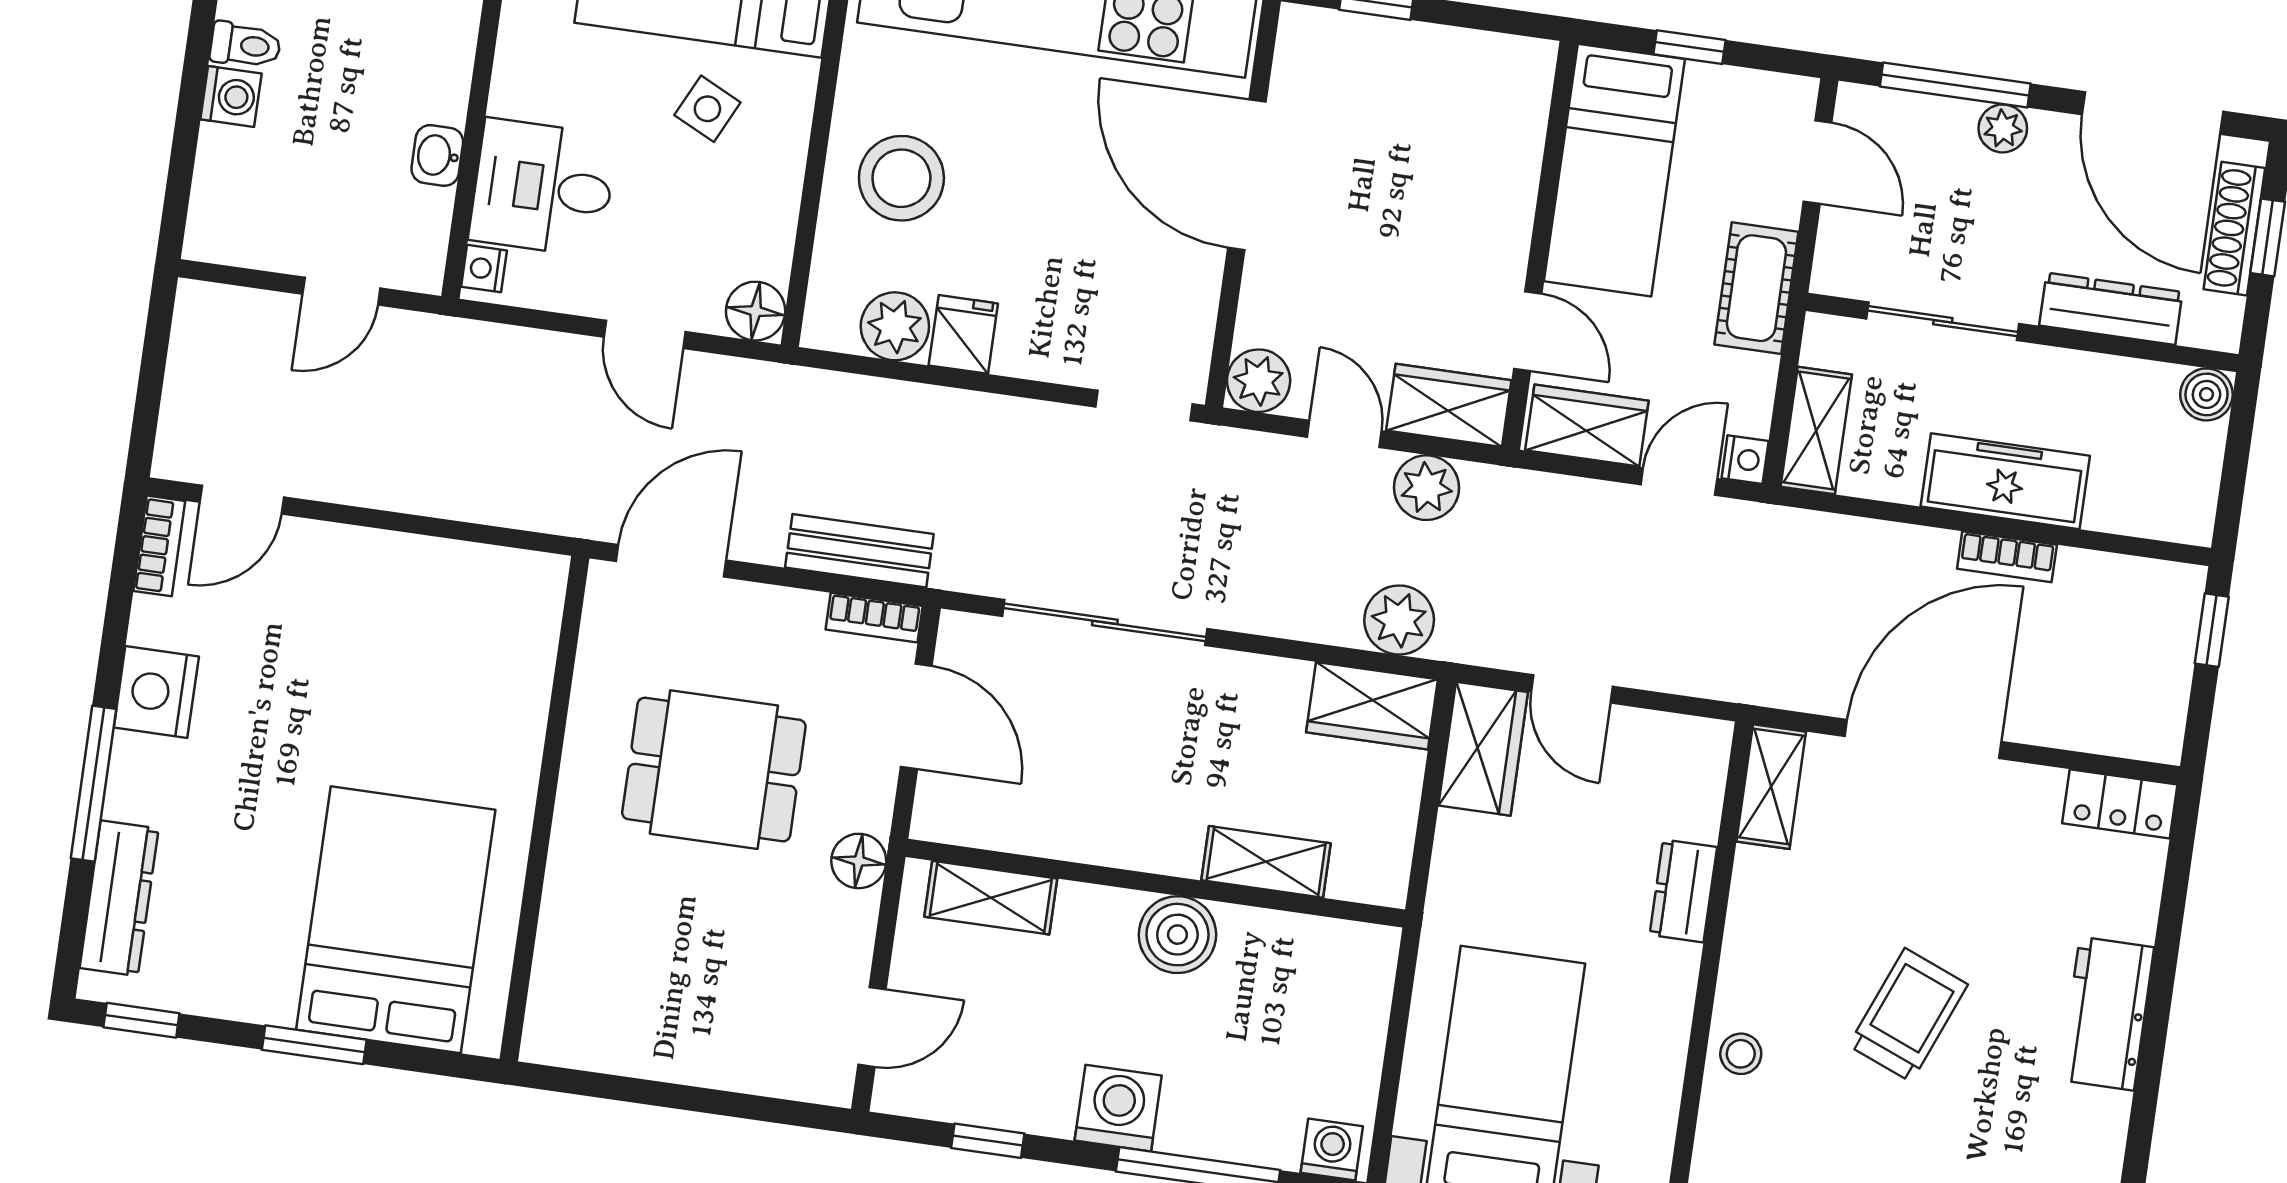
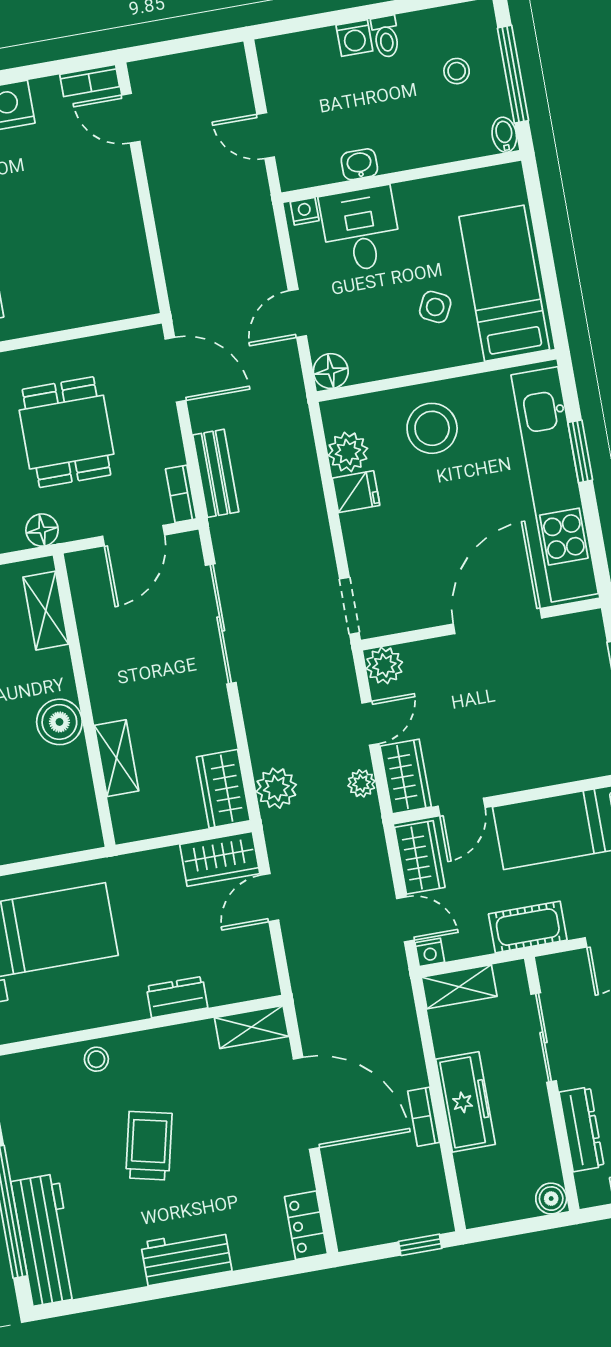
plant: (1426, 488) -> (361, 783), width x0.73, depth x0.73
trolley: (1908, 1015) -> (149, 1146), turned -99

